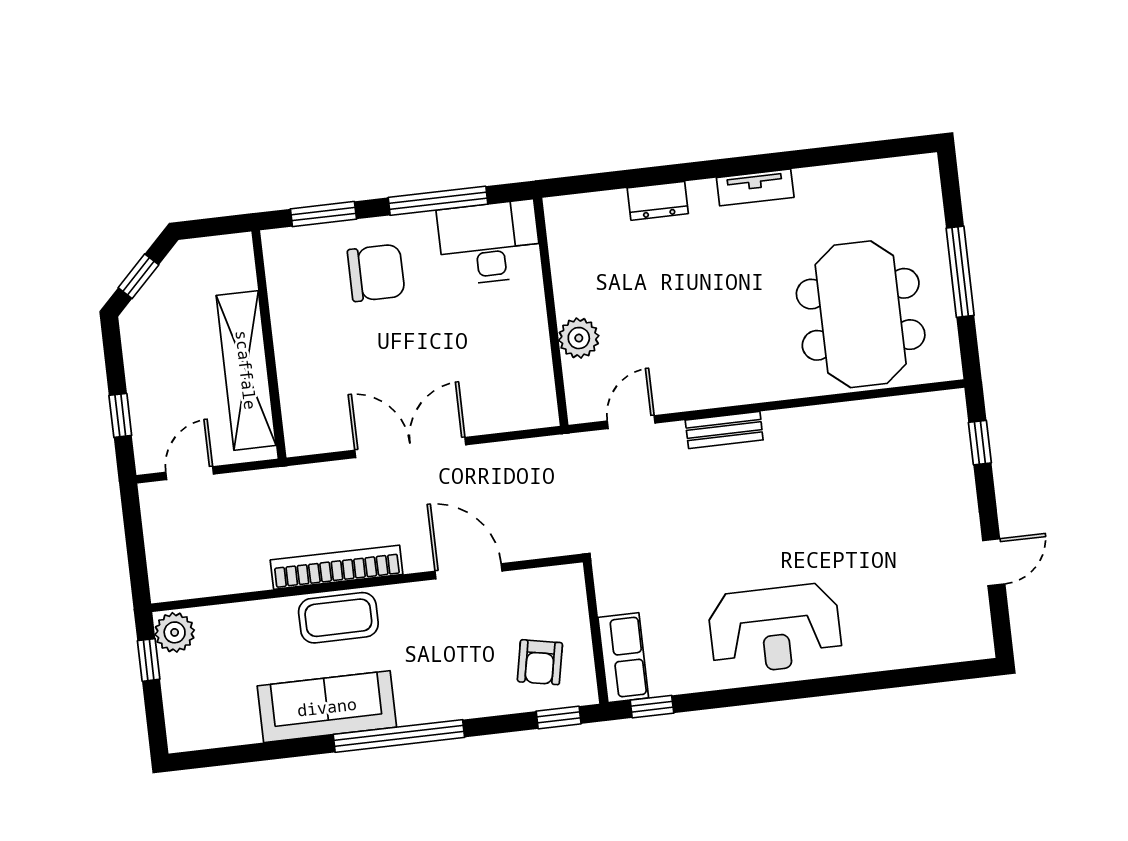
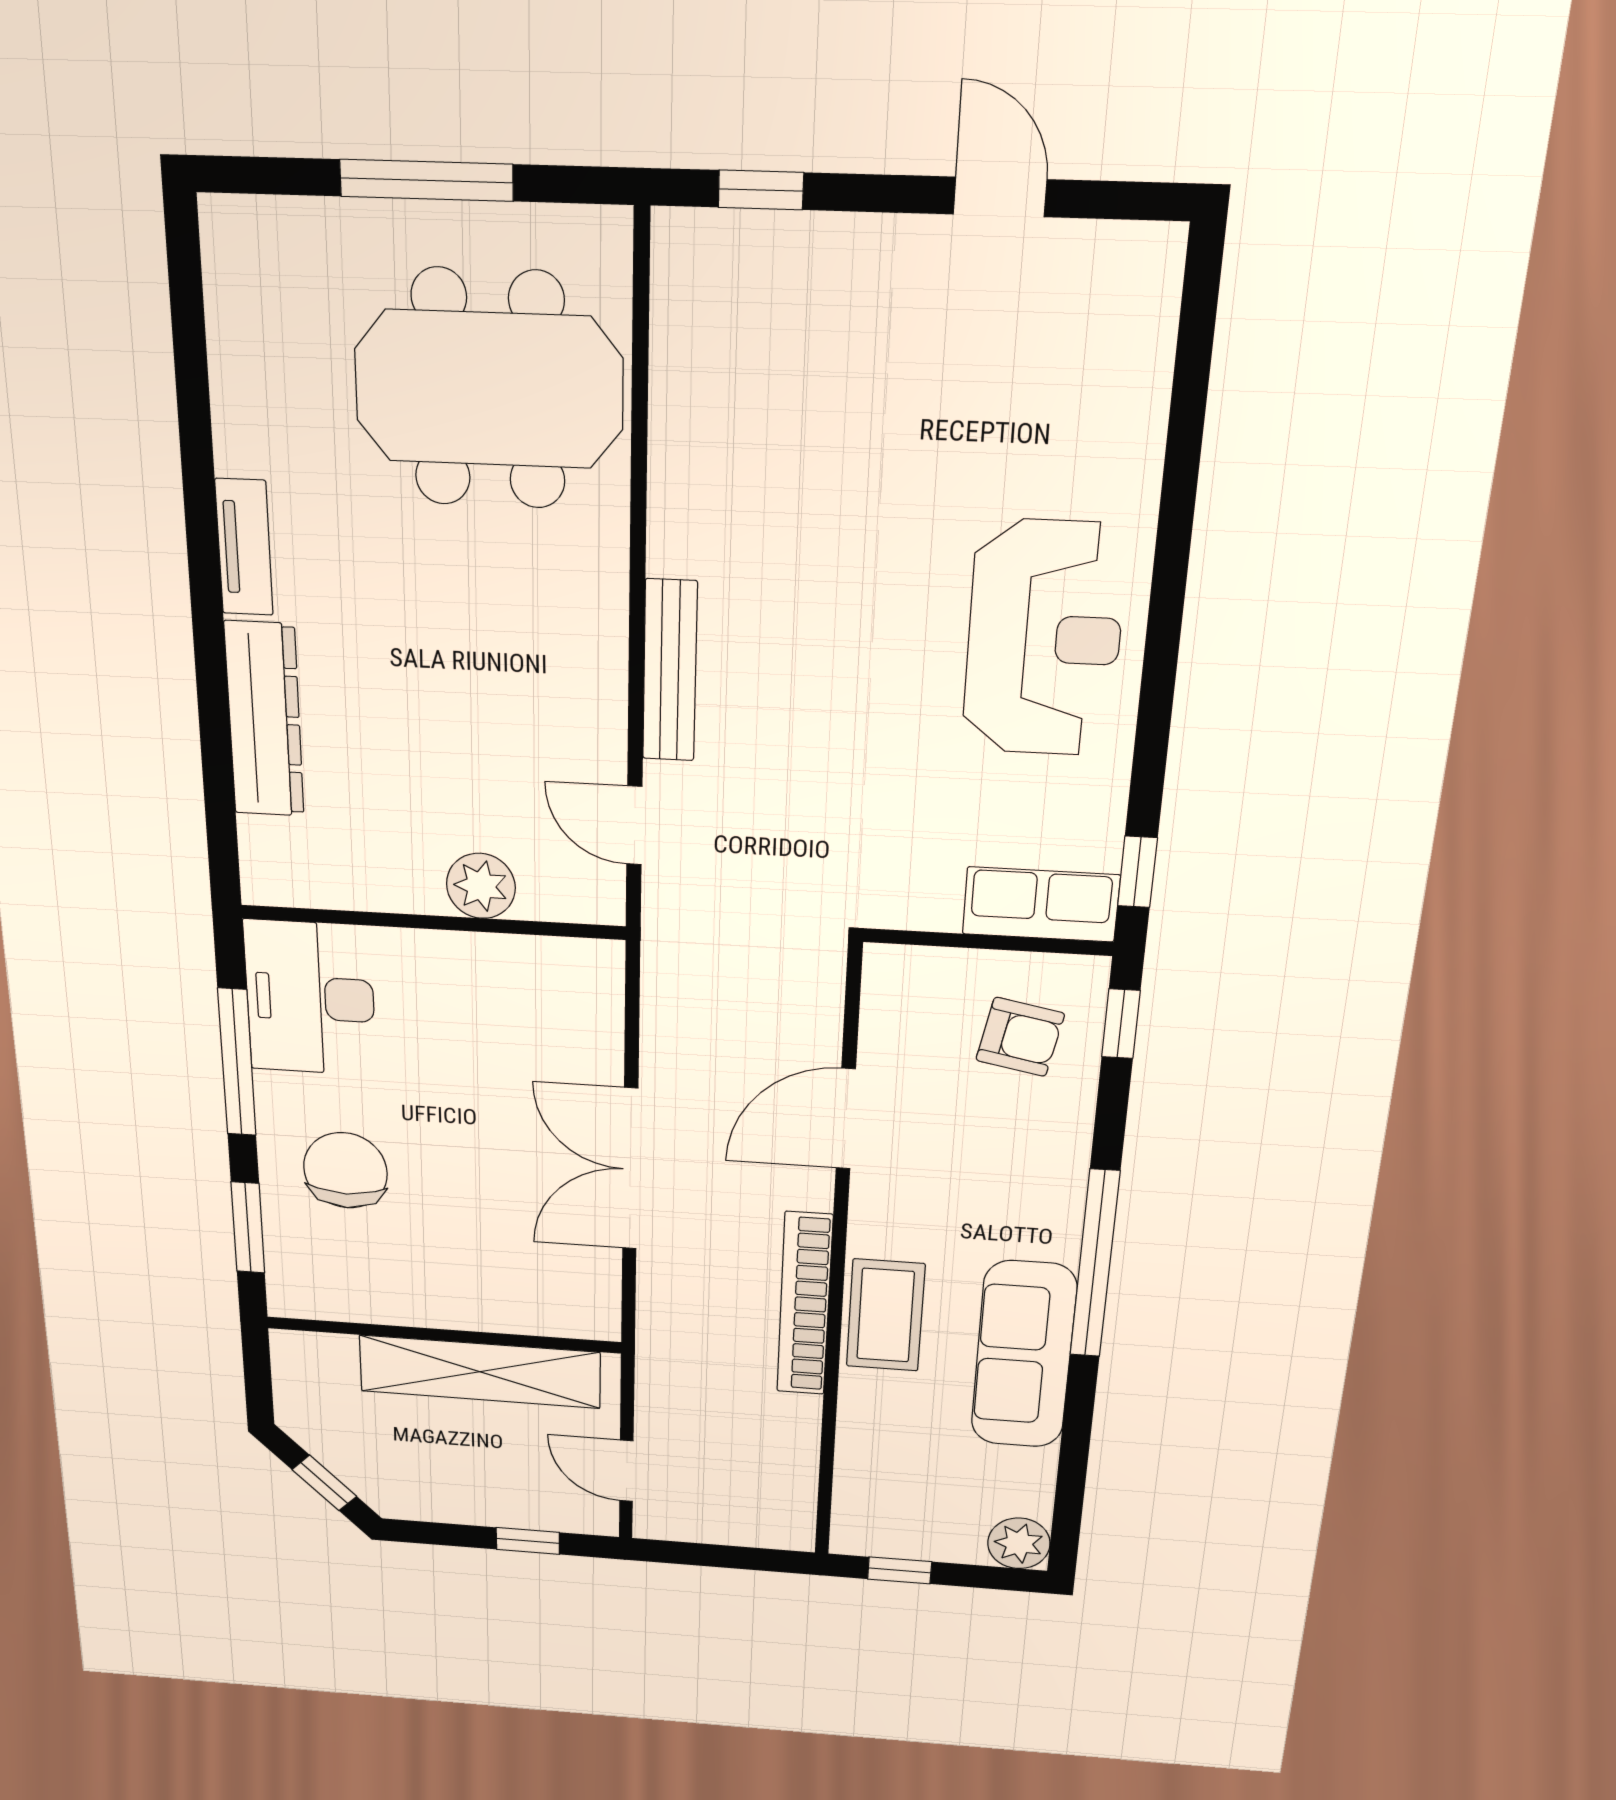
dresser: (658, 201) -> (264, 720), width x1.96, depth x1.24
bench: (724, 430) -> (670, 671), width x1.36
plant: (175, 632) -> (1019, 1543), moved

